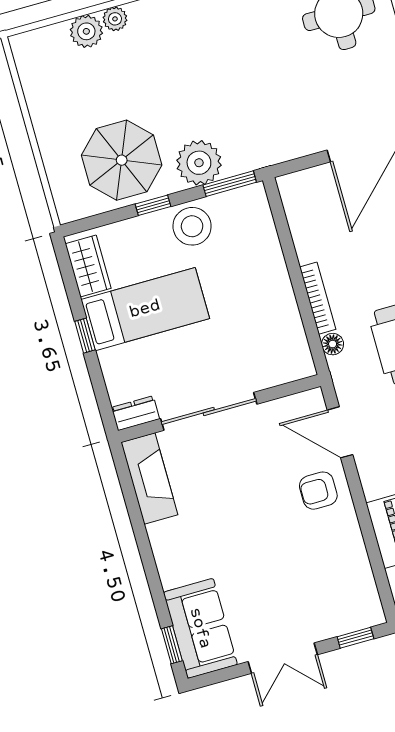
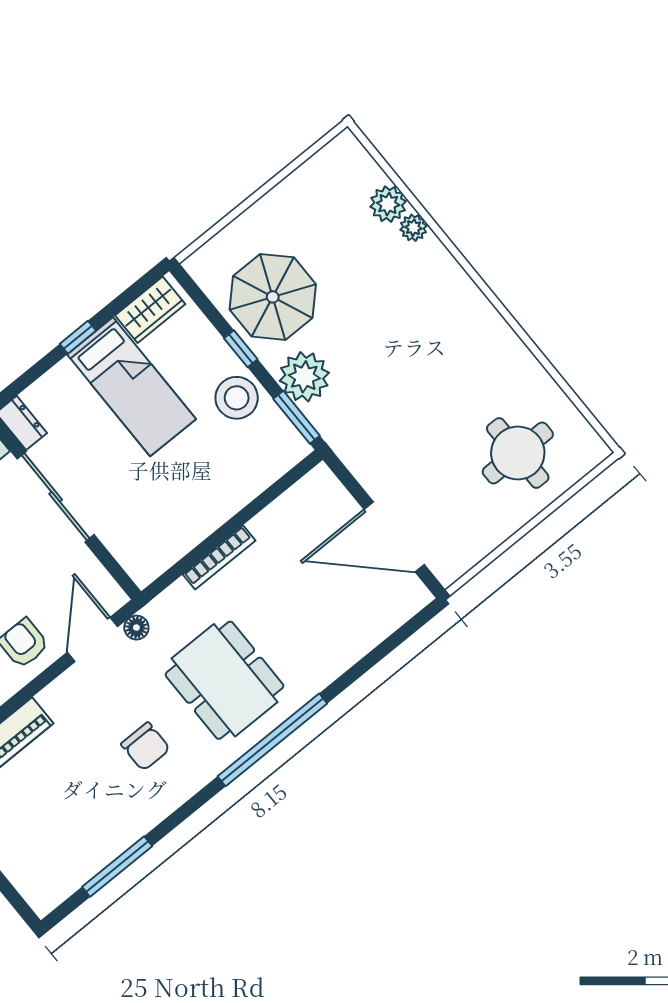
floor lamp: (333, 344) -> (136, 628), moved

